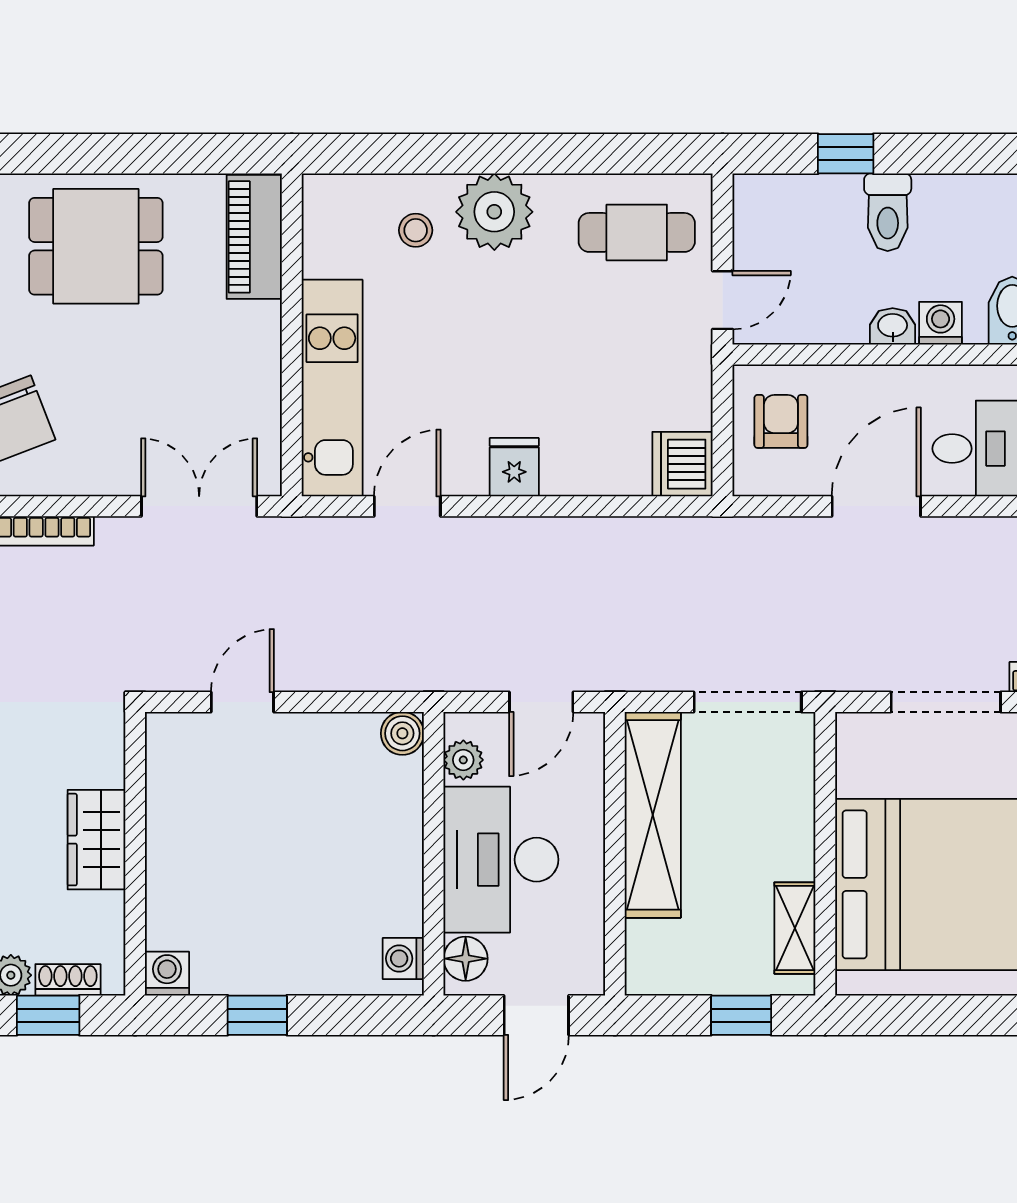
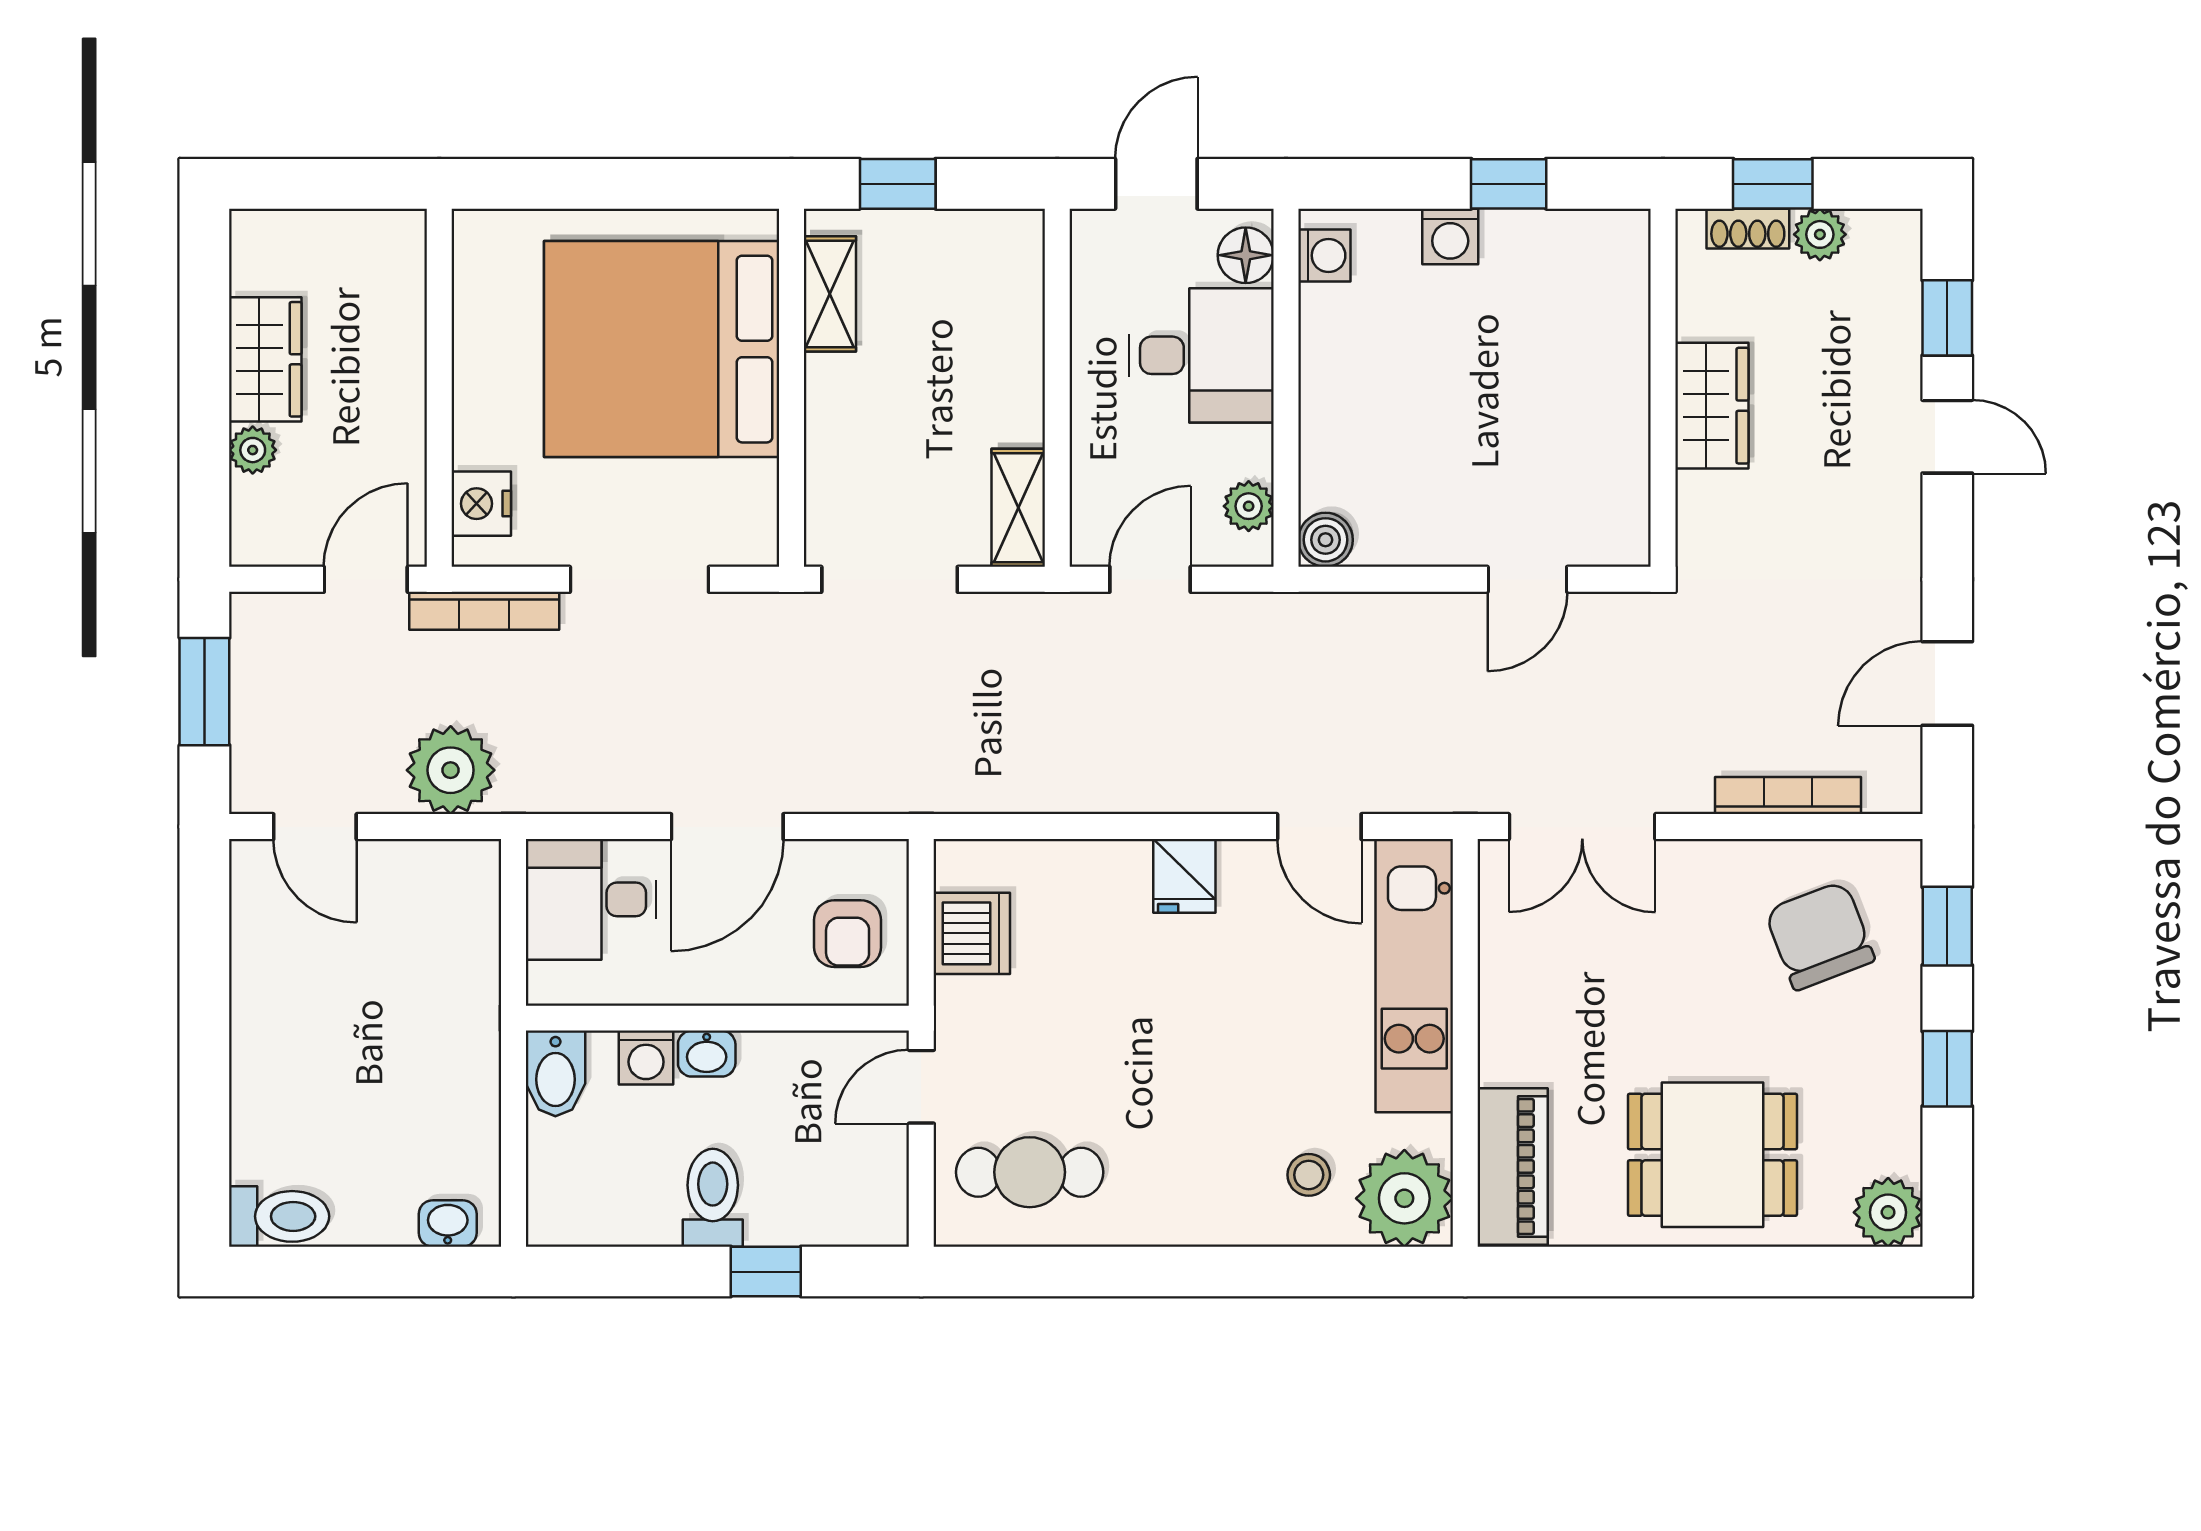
plant: (494, 212) -> (1404, 1198), moved
dishwasher: (682, 464) -> (972, 933), moved
door: (407, 506) -> (1319, 827), hinge flipped
shelving: (653, 815) -> (1018, 508), width x0.45, depth x0.75
desk: (501, 860) -> (1201, 355), width x0.73
washing machine: (167, 974) -> (1450, 236), moved

